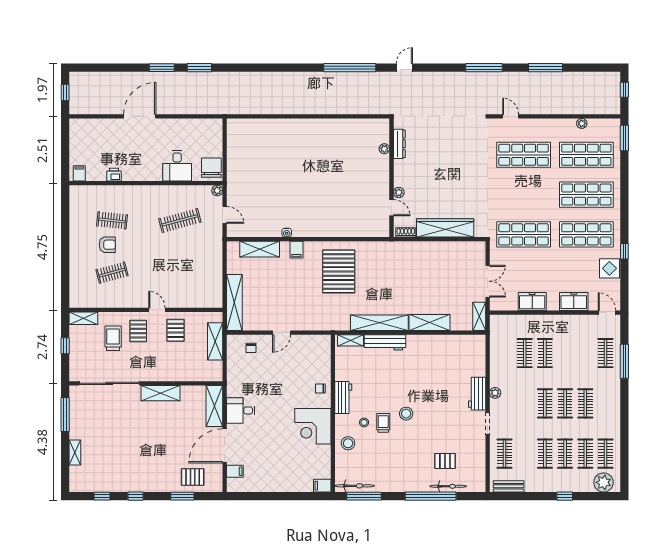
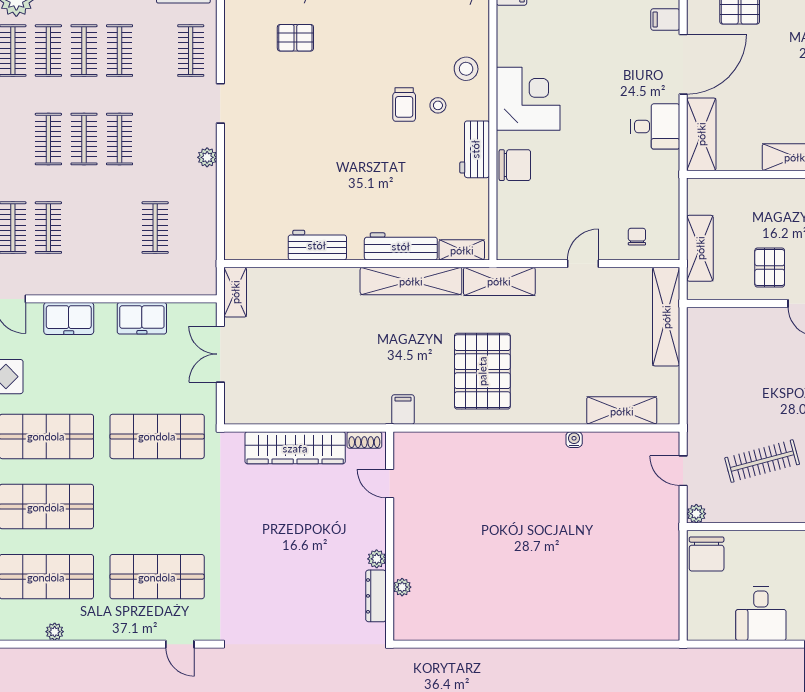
desk: (177, 166) -> (761, 614), moved, turned 180
plant: (399, 192) -> (377, 559), moved
filing cabinet: (296, 250) -> (403, 410), moved
shelving: (430, 322) -> (499, 281), moved
clothes rail: (545, 353) -> (48, 228), moved
chair: (320, 389) -> (515, 165), width x1.87, depth x1.87
workbench: (477, 394) -> (317, 245), moved, turned -90
stool: (406, 414) -> (364, 121), removed

